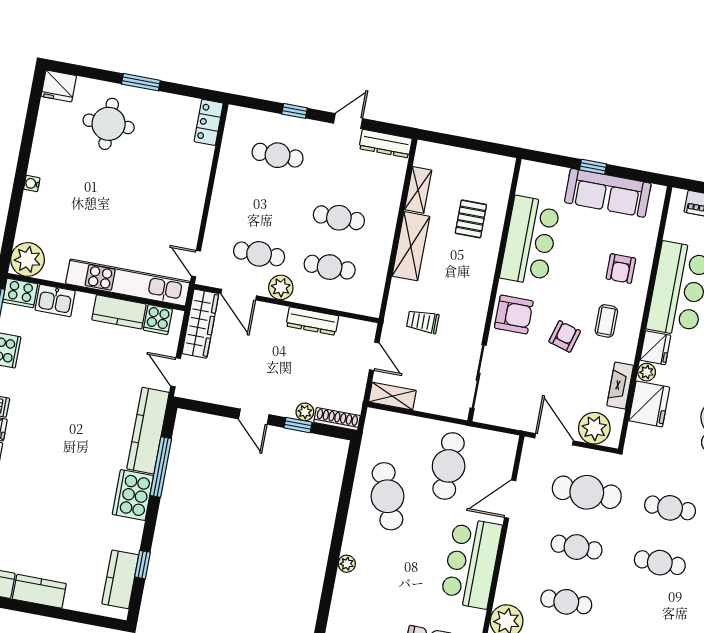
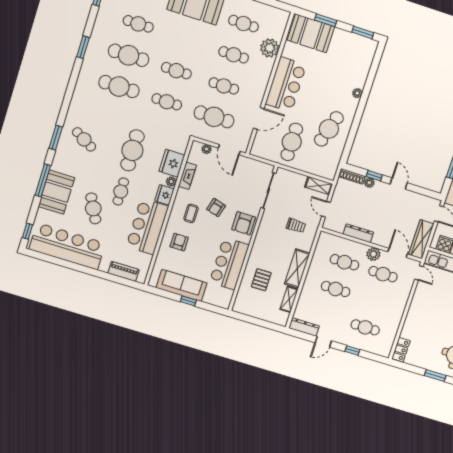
armchair: (514, 314) -> (244, 223), turned -90
plant: (594, 428) -> (207, 149), width x0.53, depth x0.53
cafe table: (388, 496) -> (329, 129), turned 37

